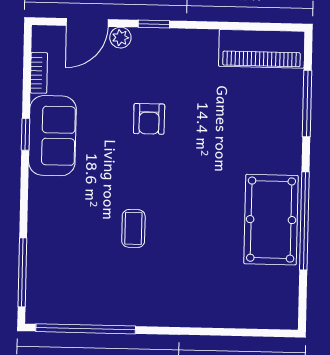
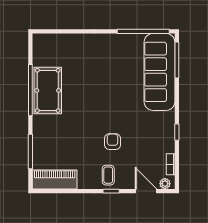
door: (87, 22) -> (146, 191), hinge flipped
plant: (120, 38) -> (165, 184), moved
sofa: (52, 136) -> (160, 72), moved, width x1.85, depth x1.27
coffee table: (133, 228) -> (108, 175), moved

